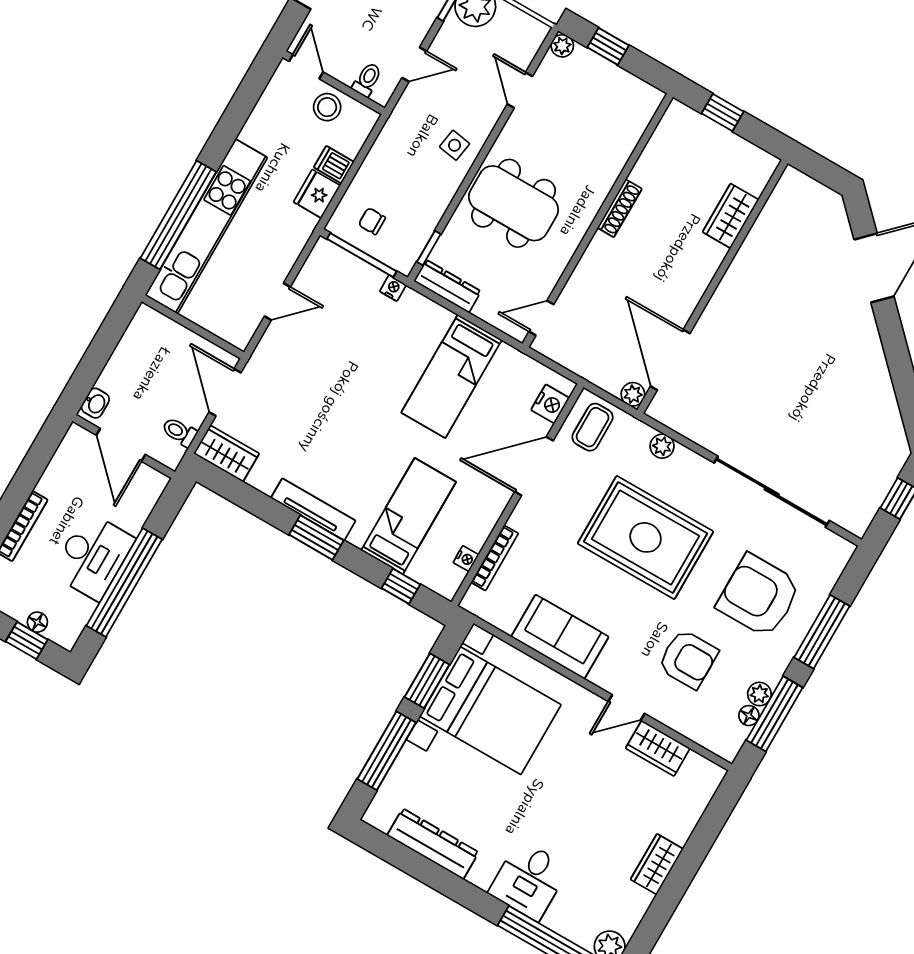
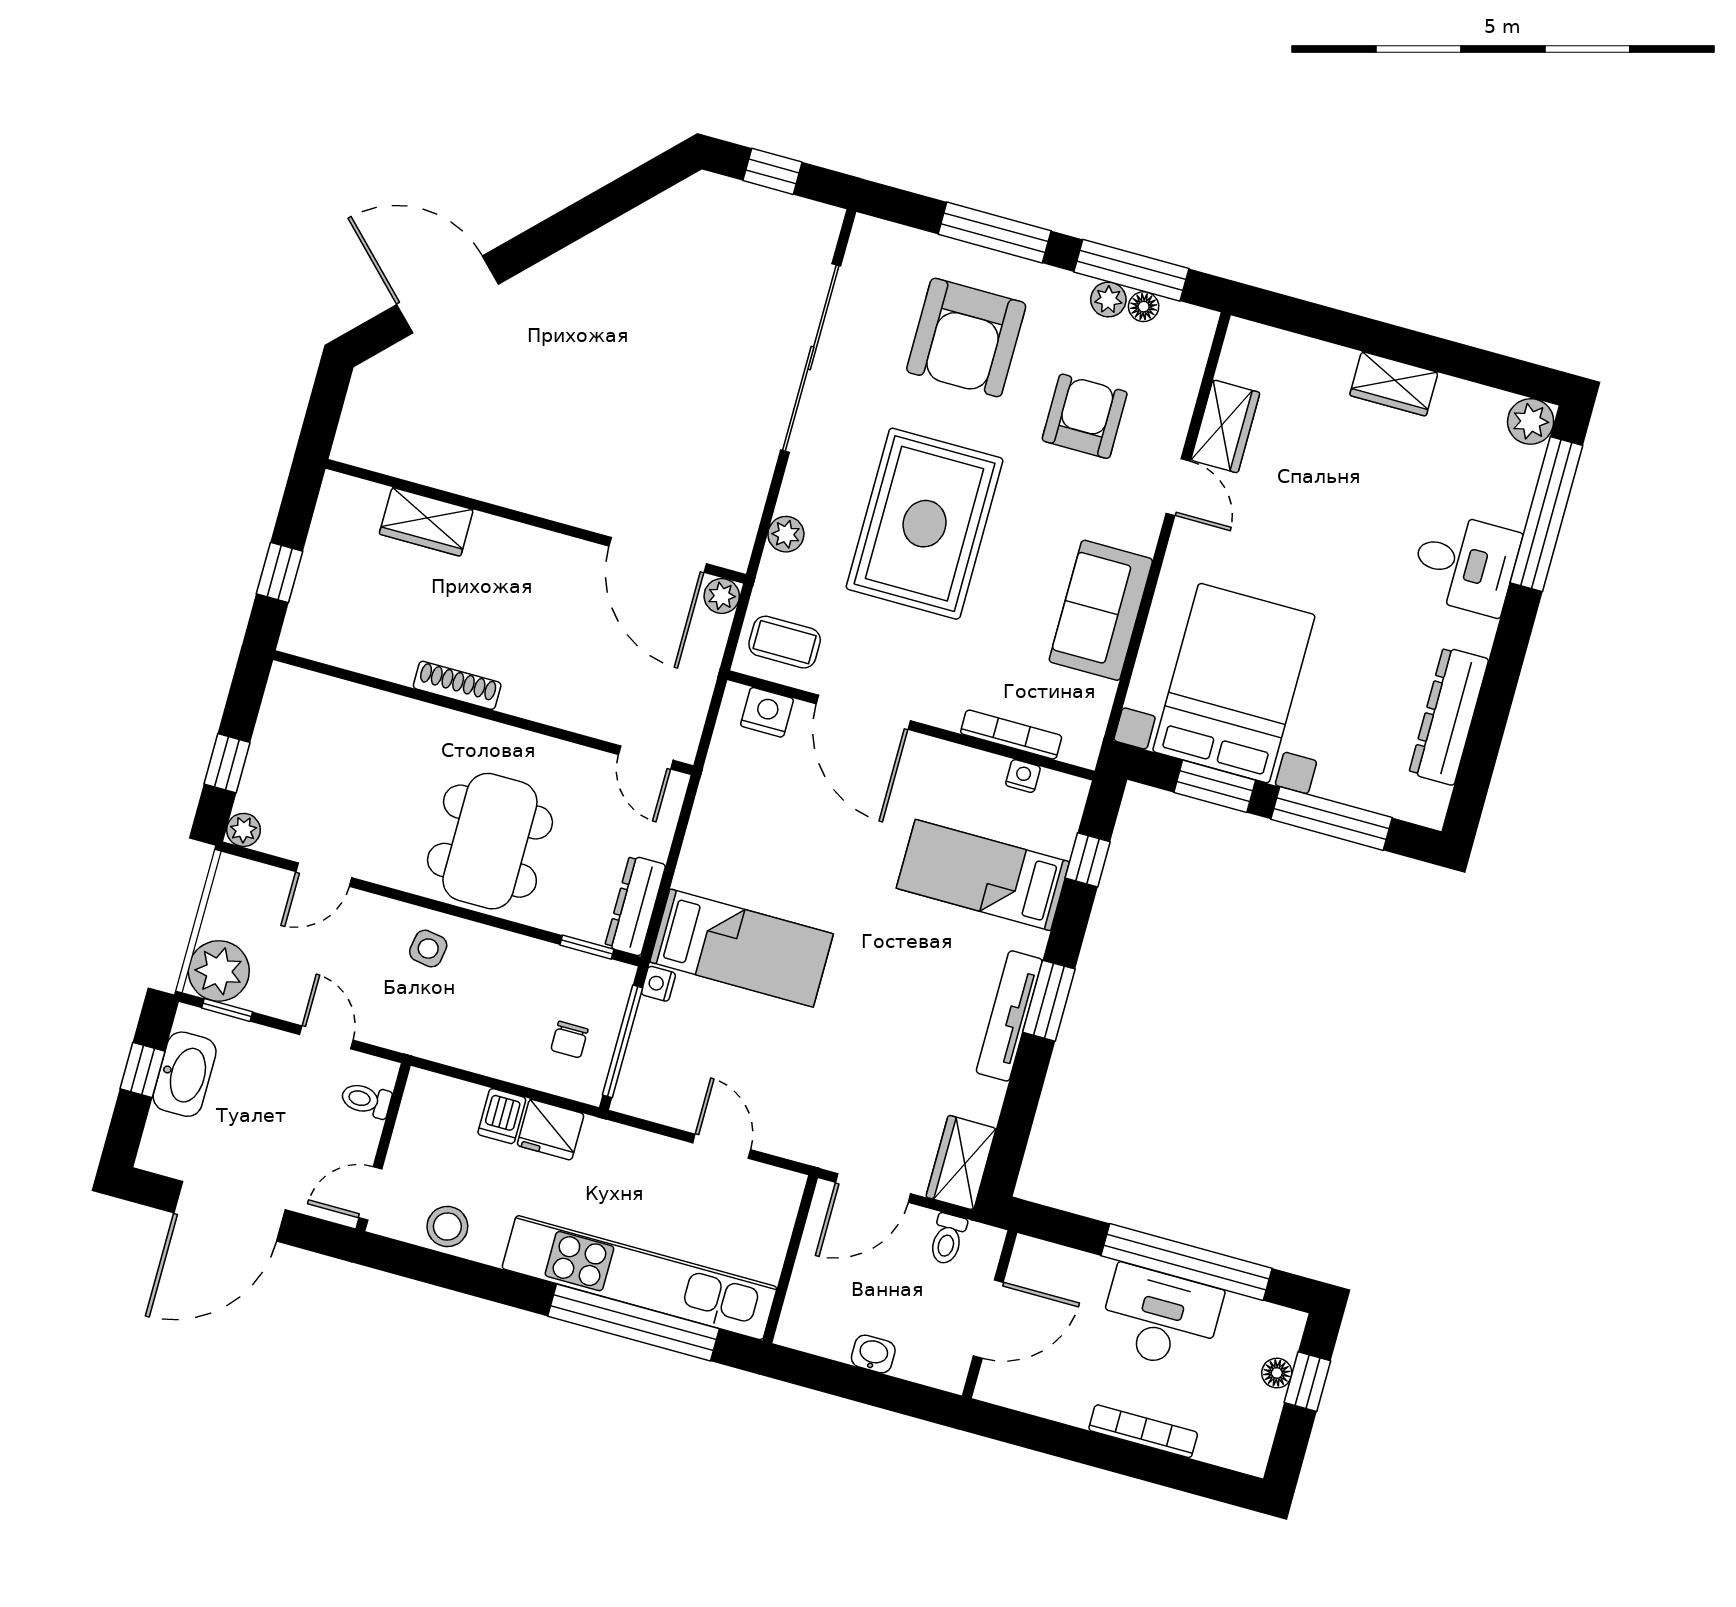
stool: (327, 107) -> (447, 1227), moved
door: (670, 360) -> (658, 555), hinge flipped
bed: (452, 376) -> (742, 948), moved
washbasin: (95, 403) -> (873, 1354), moved

